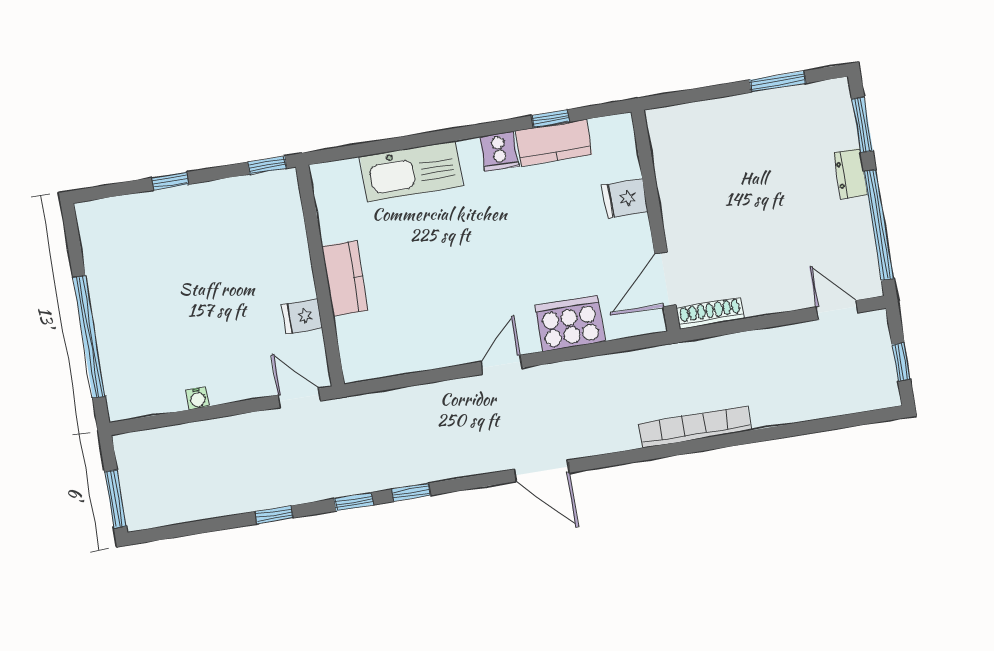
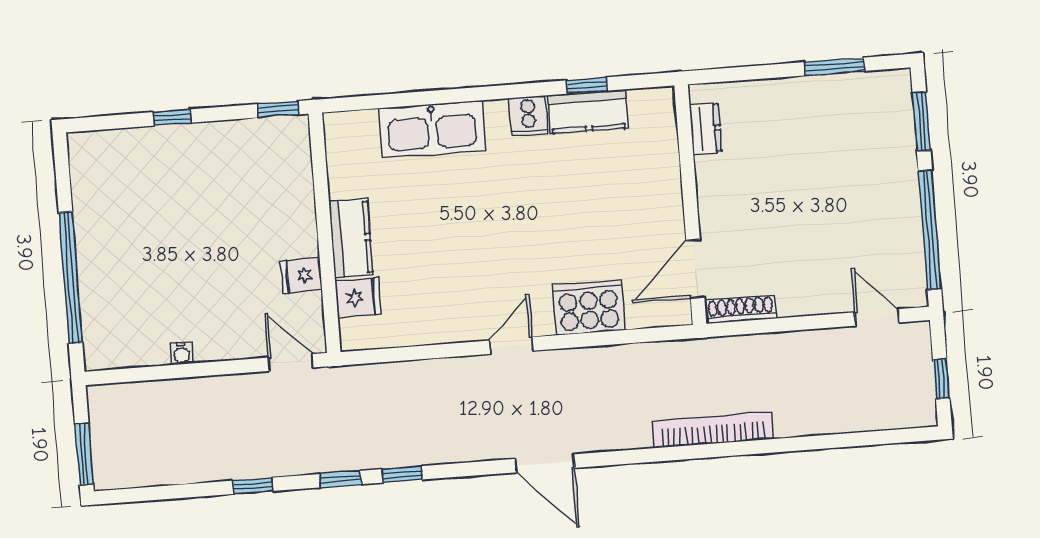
dresser: (851, 174) -> (706, 129), moved, turned 180
fridge: (625, 198) -> (358, 297), moved, turned 180

